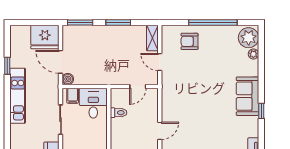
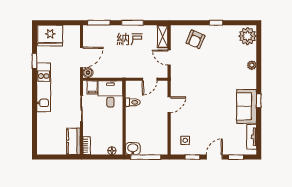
window: (213, 23) -> (216, 23), width x0.32
fridge: (45, 37) -> (50, 36), moved
armchair: (190, 41) -> (195, 39), turned -67
plant: (253, 54) -> (252, 65), moved
door: (61, 62) -> (82, 57), swing flipped
sofa: (247, 96) -> (247, 106), moved
door: (160, 131) -> (169, 105), moved

